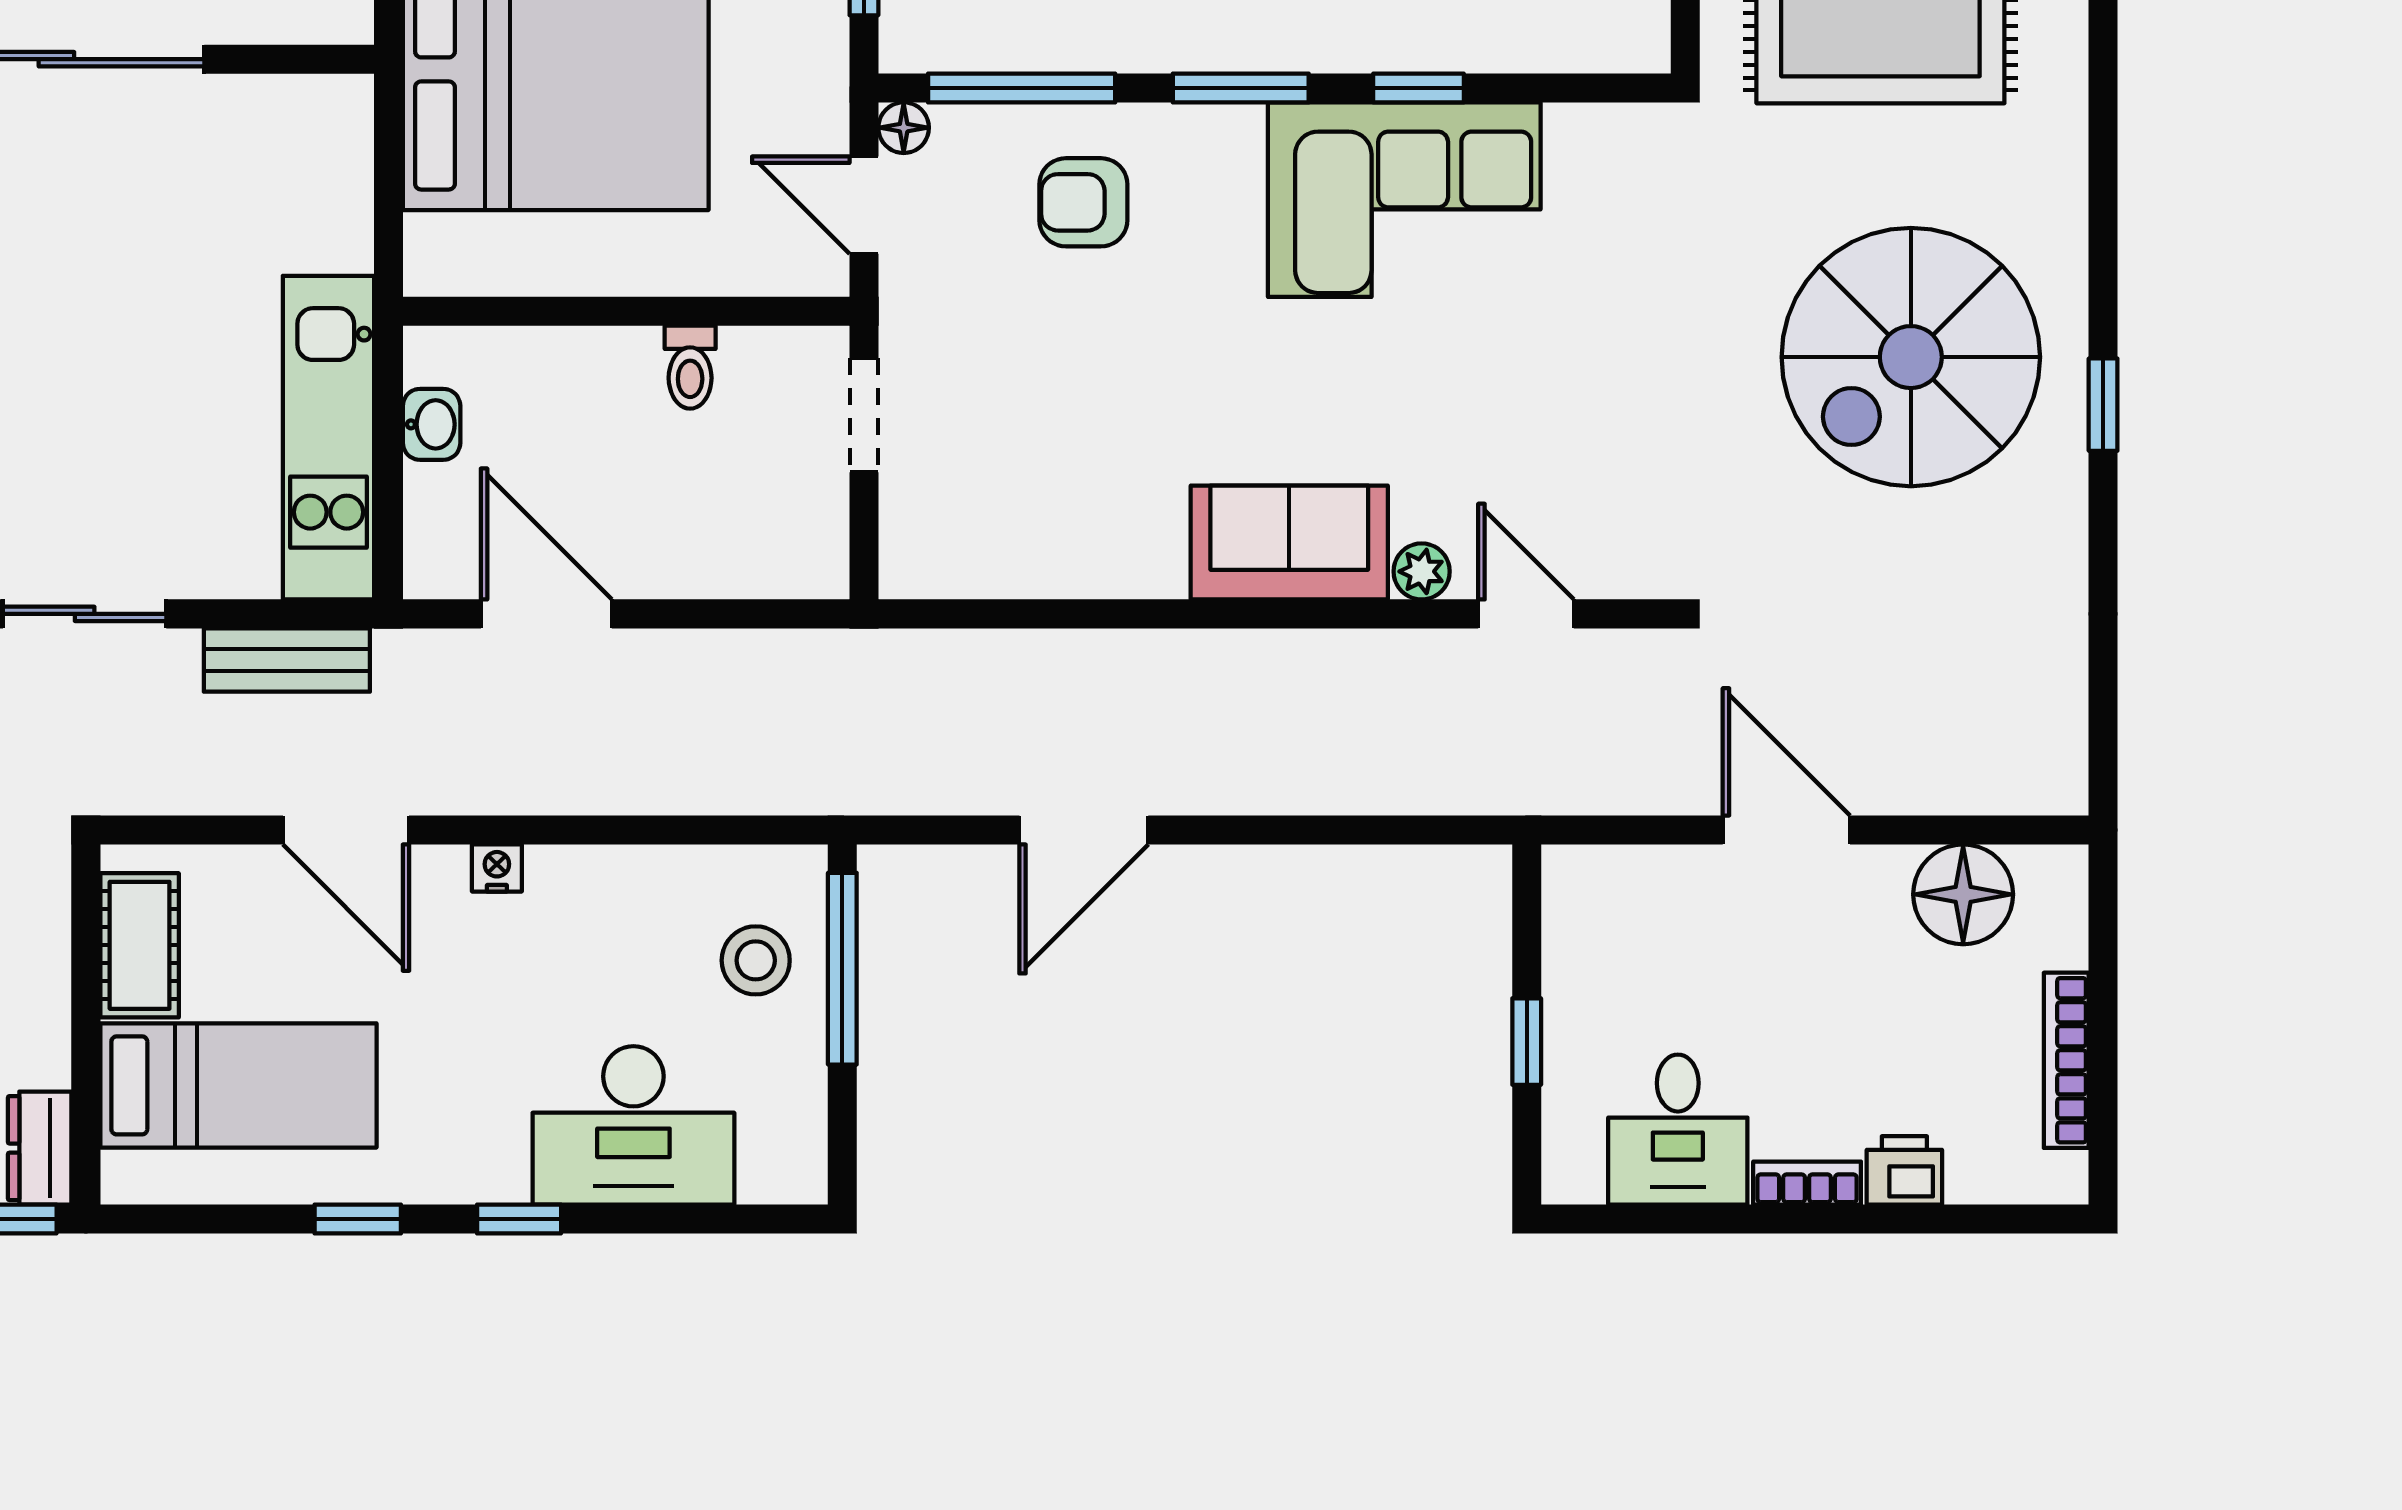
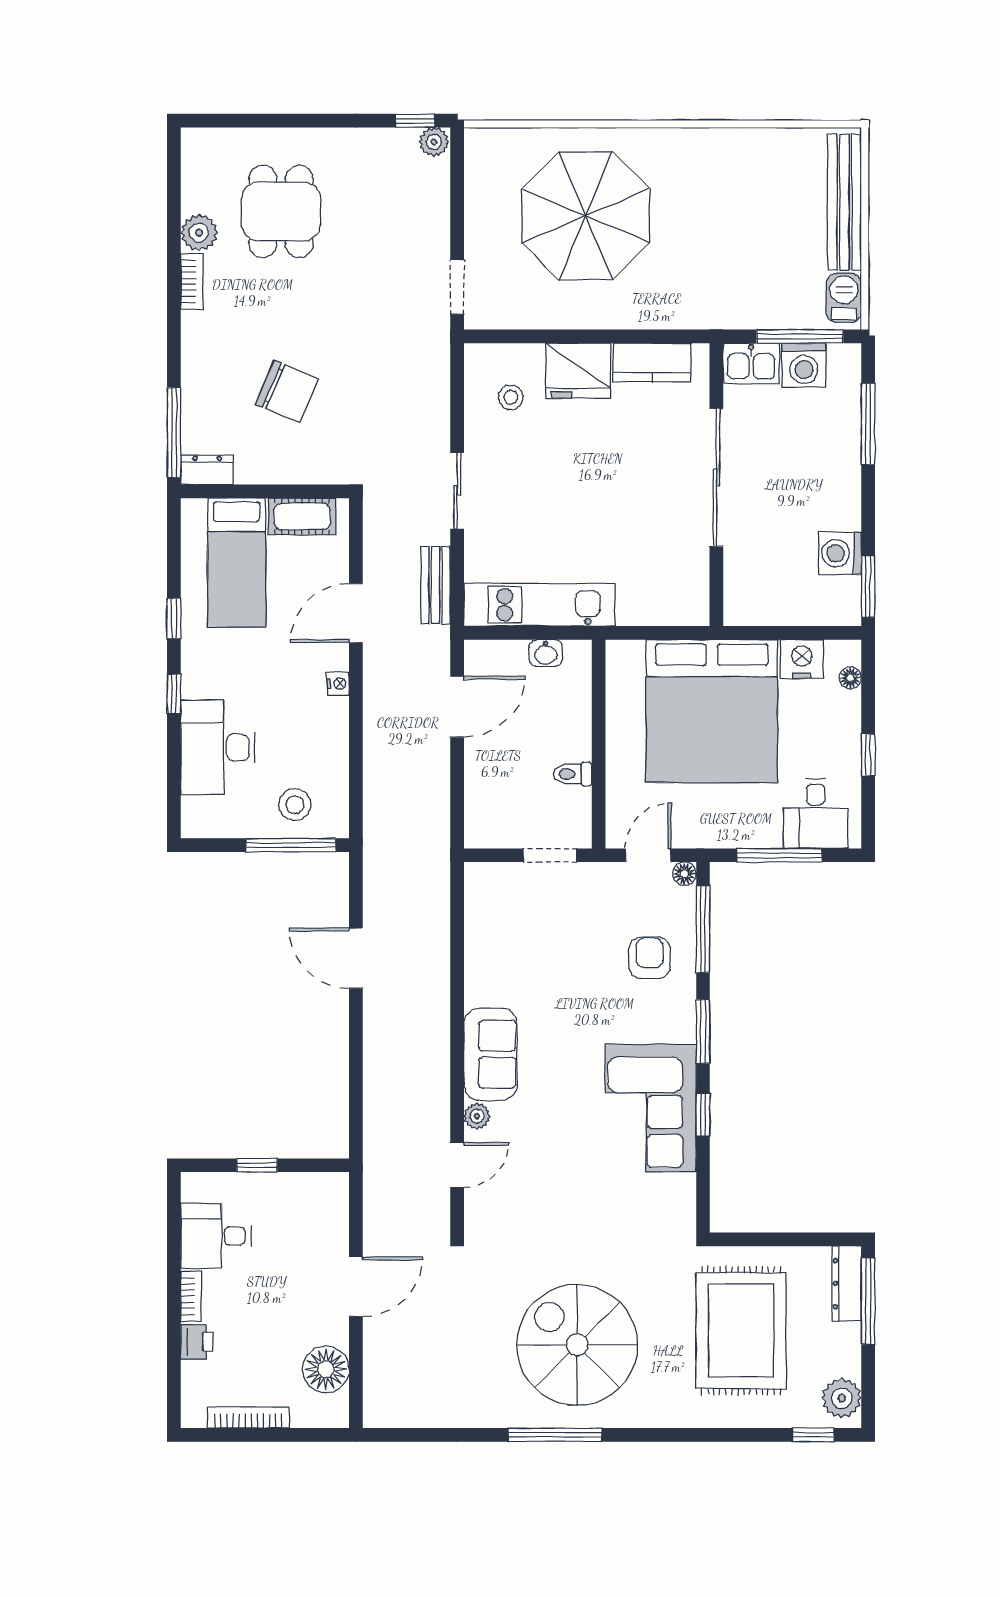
window: (2103, 405) -> (555, 1435), width x2.17

